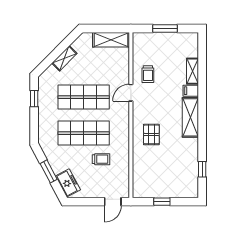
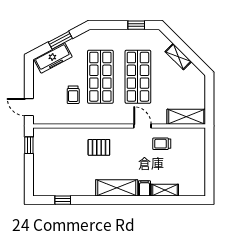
window: (165, 29) -> (209, 161), removed
shelving: (111, 40) -> (186, 117), moved, turned 90
freezer: (68, 183) -> (53, 58), width x1.40
window: (162, 202) -> (29, 145), moved

